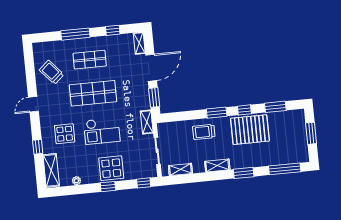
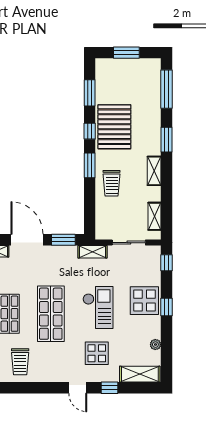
trolley: (52, 72) -> (20, 362), turned -49
door: (33, 104) -> (78, 388), moved

